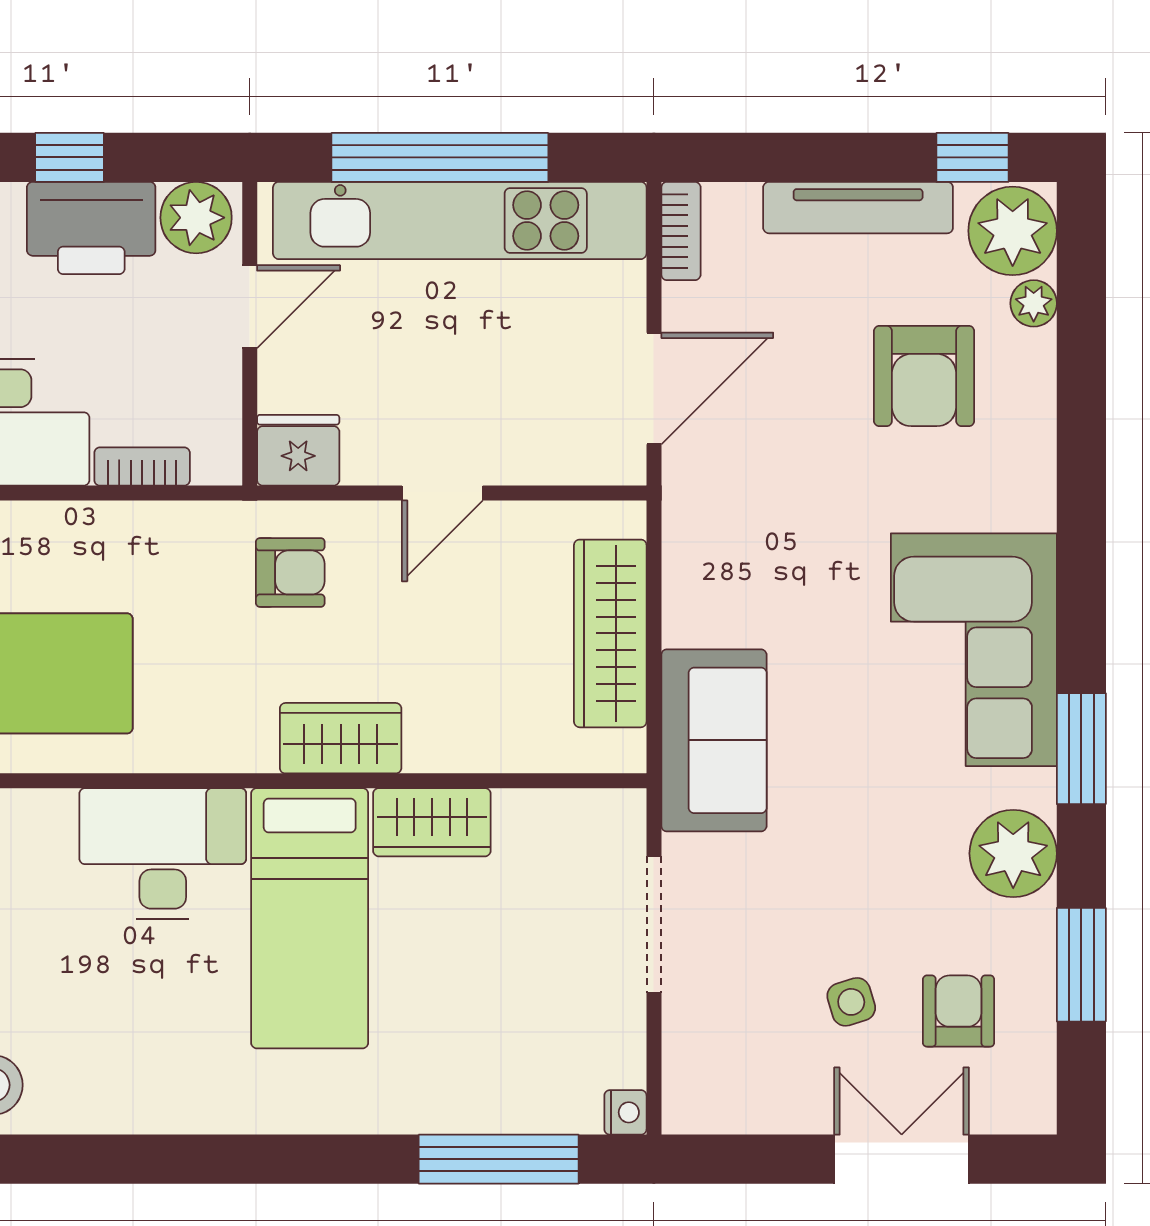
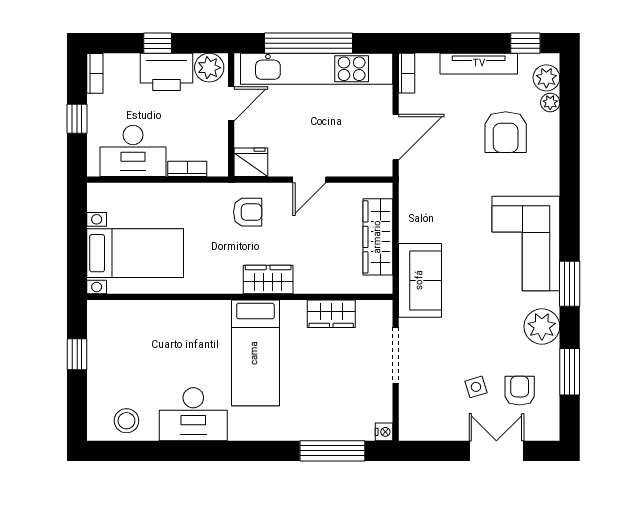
plant: (1013, 231) -> (546, 78), width x0.73, depth x0.73
wardrobe: (432, 822) -> (331, 314), moved
desk: (163, 854) -> (193, 414), moved, turned 180

